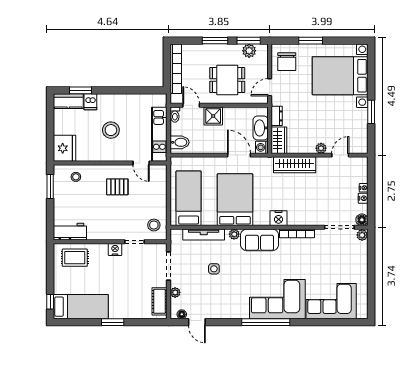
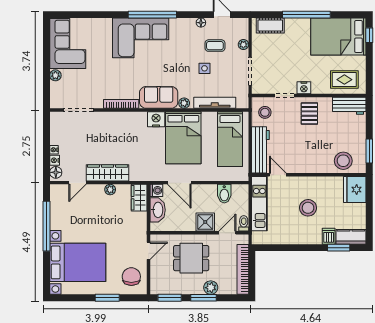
plant: (249, 51) -> (211, 288), moved
door: (191, 105) -> (227, 233), swing flipped
window: (371, 112) -> (47, 226), width x2.11
dresser: (277, 116) -> (141, 222), removed
bidet: (180, 142) -> (224, 194), moved, turned -90
plant: (321, 148) -> (110, 190), moved
wardrobe: (295, 165) -> (108, 173), moved
stool: (76, 177) -> (343, 161), width x1.89, depth x1.89
pallet: (117, 187) -> (309, 114), moved, turned 90
workbench: (158, 188) -> (260, 150), added
nightstand: (363, 198) -> (55, 160), moved
nightstand: (278, 218) -> (156, 119), moved
floor lamp: (362, 220) -> (56, 172), moved
plant: (362, 235) -> (55, 75), moved
coffee table: (204, 291) -> (215, 46), added
cot: (159, 301) -> (270, 25), moved, turned 90
corner sofa: (331, 301) -> (68, 44), moved, turned -90
bed: (81, 307) -> (338, 37), width x1.50
floor lamp: (182, 314) -> (201, 23), moved
window: (113, 322) -> (306, 15), width x2.11

